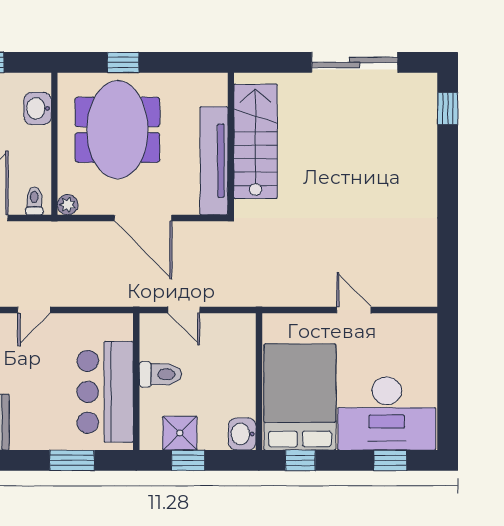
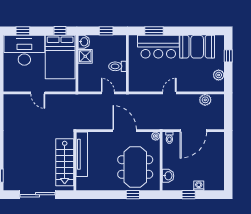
stairs: (256, 141) -> (65, 162), moved
wall: (231, 144) -> (75, 161), moved
tv unit: (214, 161) -> (82, 154), moved
bar counter: (105, 392) -> (158, 47), moved, turned 90
shower: (180, 433) -> (85, 56), moved

